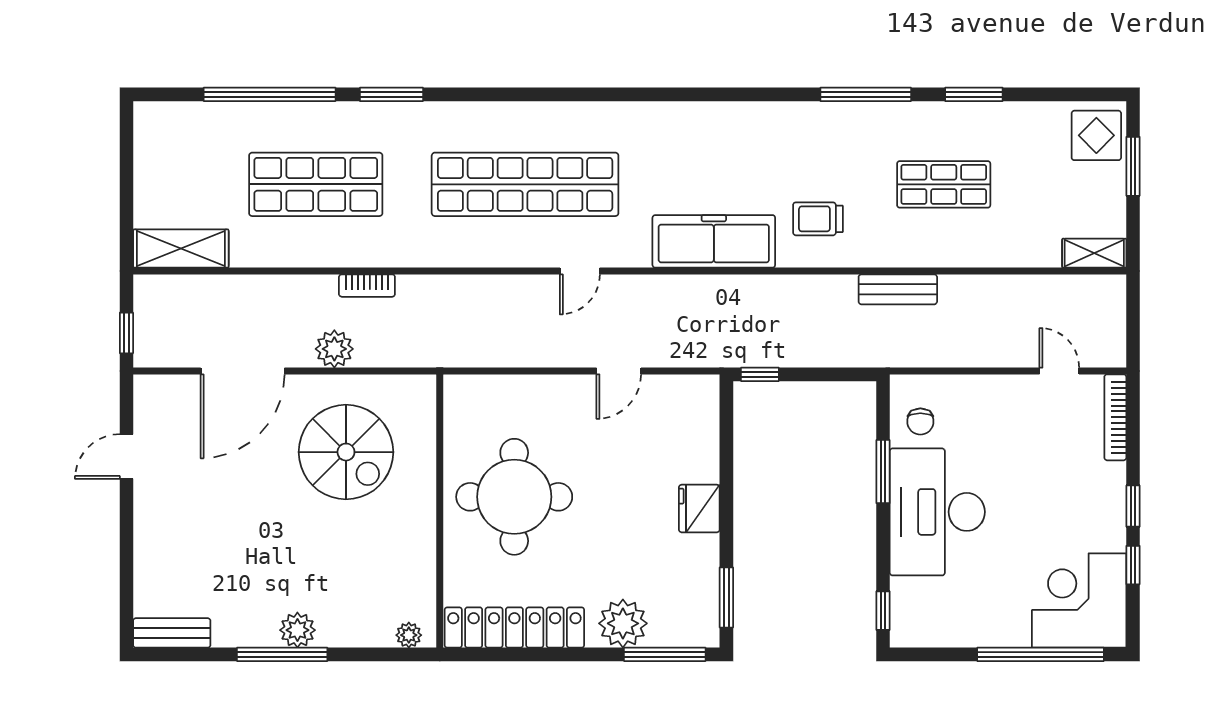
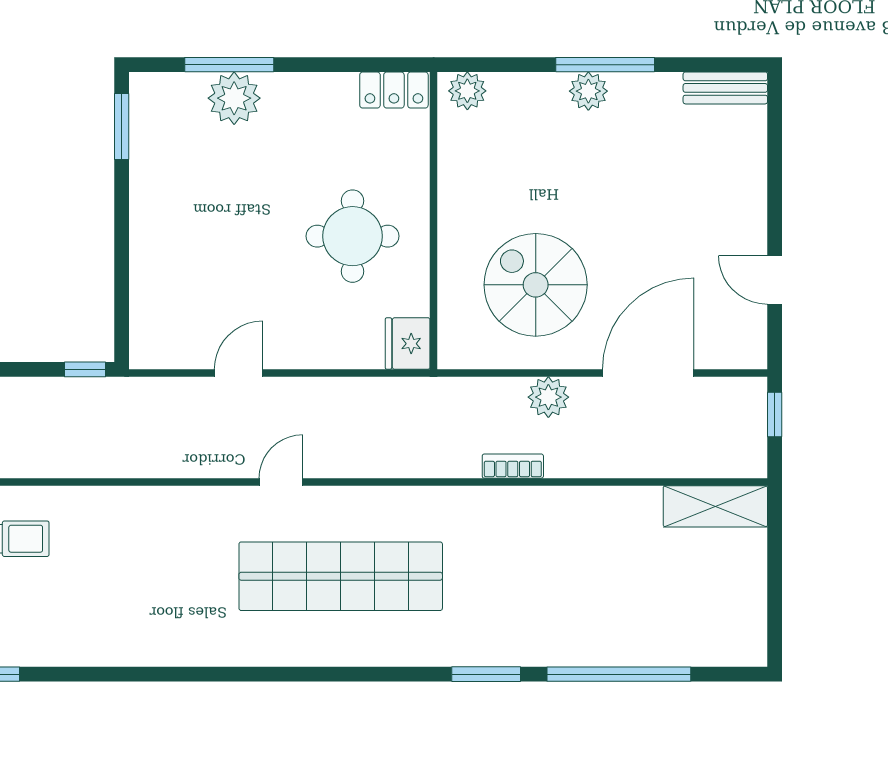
shop shelf: (316, 184) -> (569, 576), removed
freezer: (714, 241) -> (135, 514), removed
door: (126, 457) -> (775, 280), swing flipped
round table: (514, 497) -> (352, 236), width x0.73, depth x0.73
fridge: (699, 509) -> (408, 344), moved, turned 180
locker: (514, 627) -> (394, 90), width x0.46, depth x0.83
plant: (409, 635) -> (467, 91), width x1.38, depth x1.38
window: (665, 654) -> (229, 65), moved

